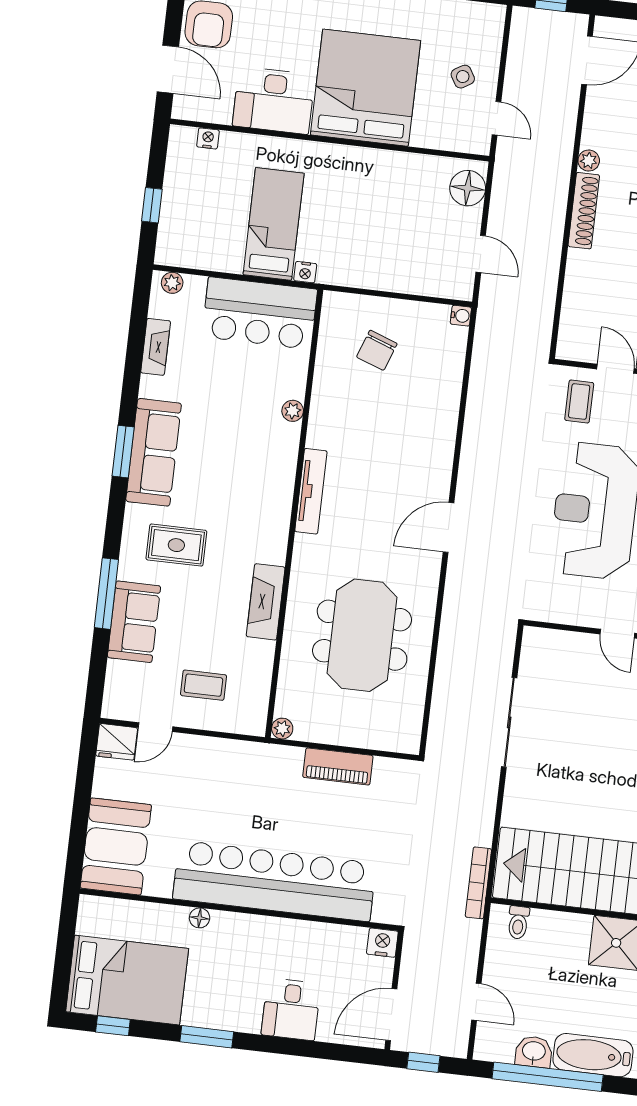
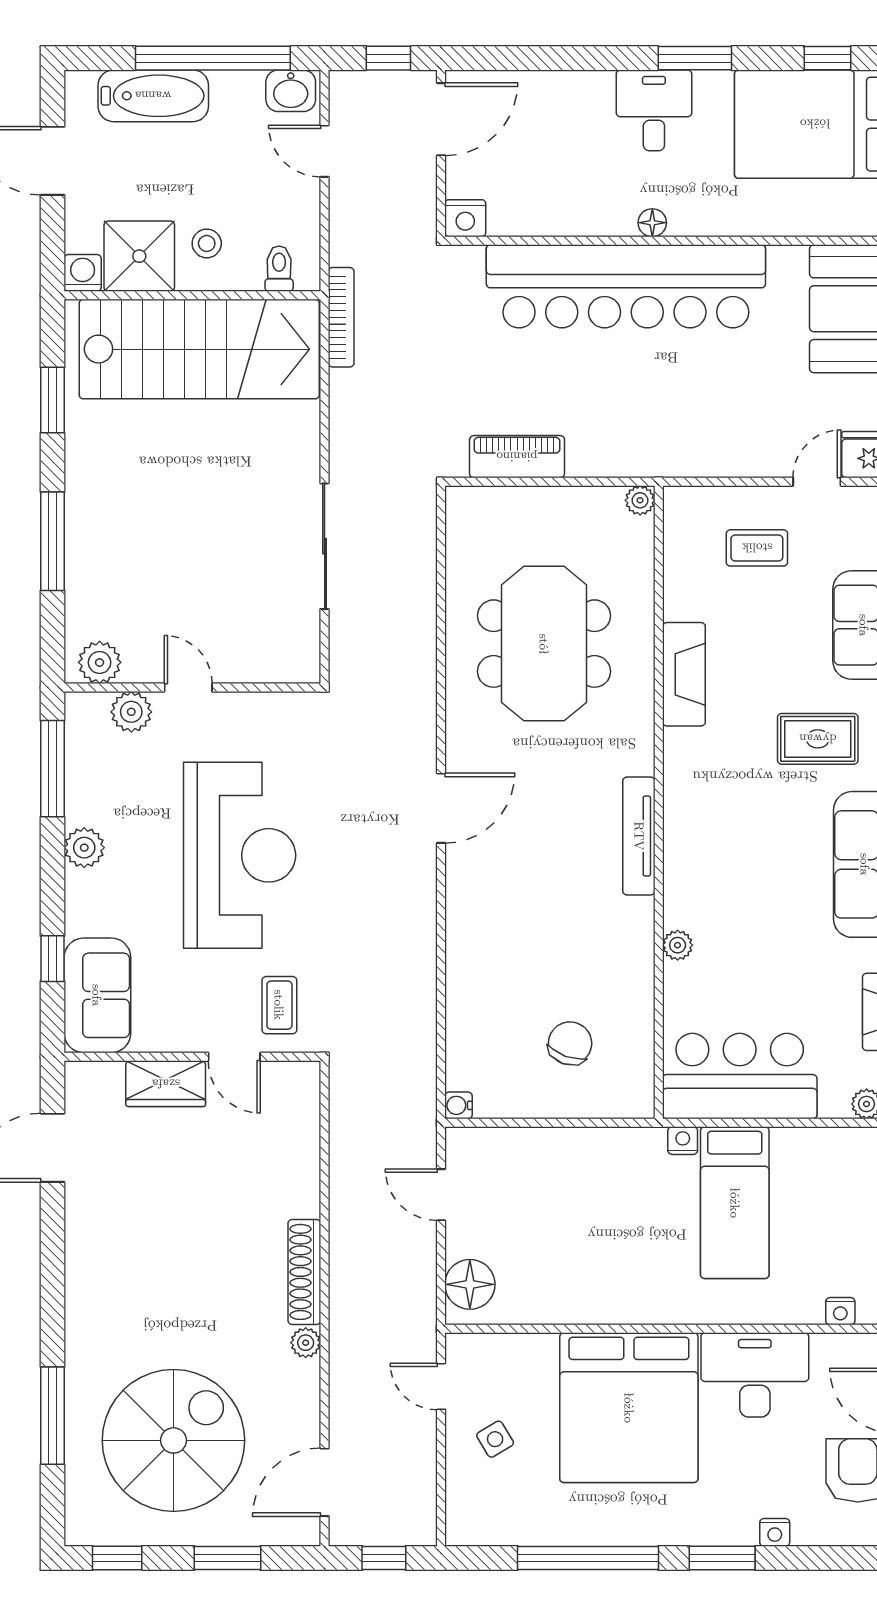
piano: (338, 766) -> (517, 457), moved
floor lamp: (200, 918) -> (652, 223), moved
stool: (567, 946) -> (207, 243), added
desk: (291, 1009) -> (654, 110), moved
washbasin: (534, 1052) -> (291, 91), moved

